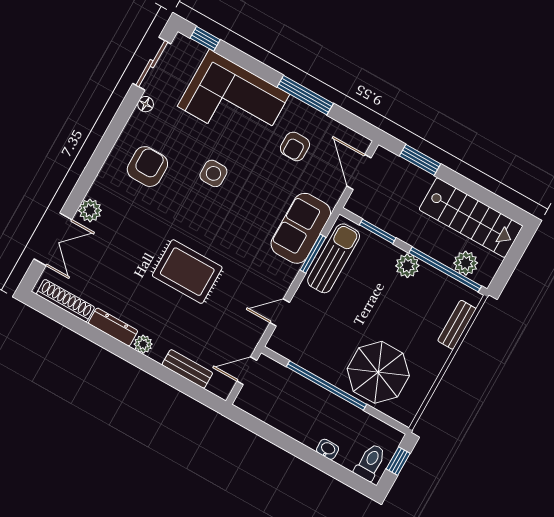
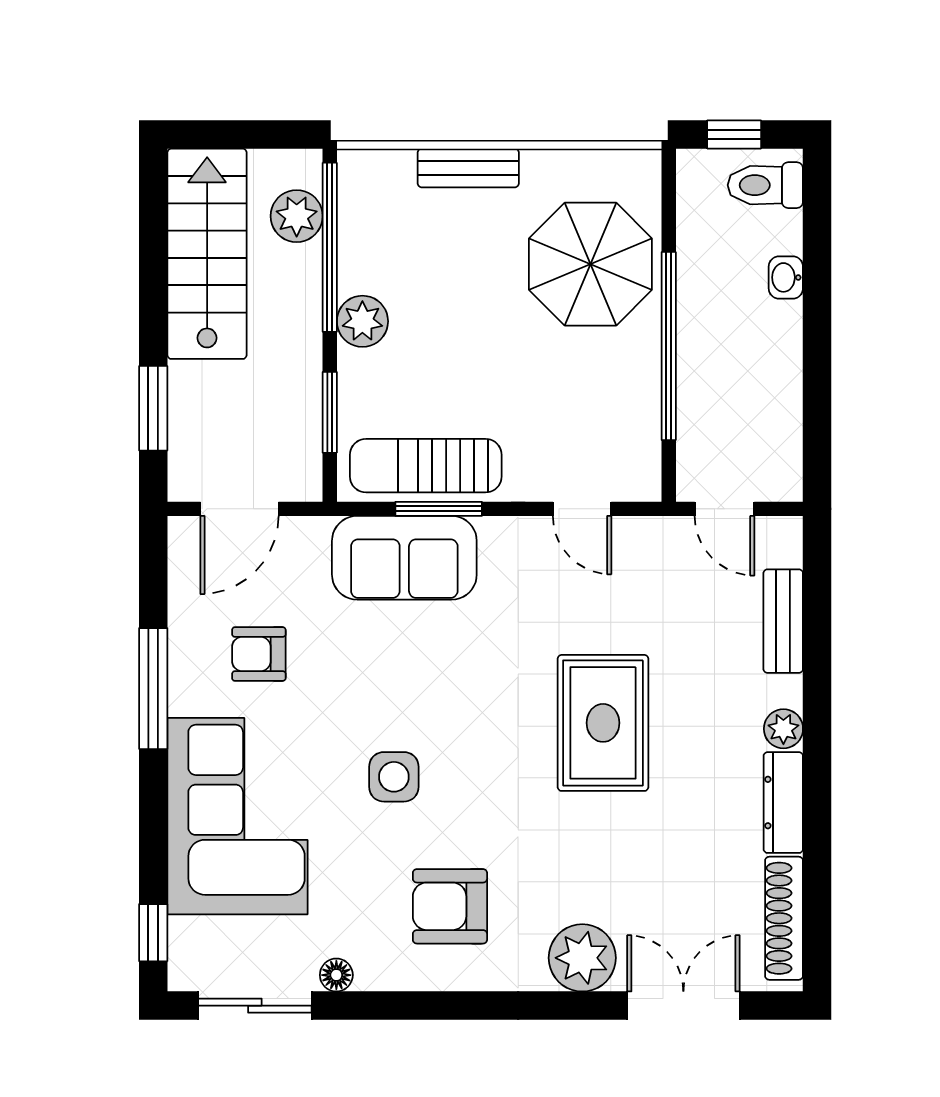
armchair: (295, 146) -> (259, 654), turned 180
plant: (90, 210) -> (582, 958), width x1.36, depth x1.36
bench: (457, 325) -> (468, 168), moved

